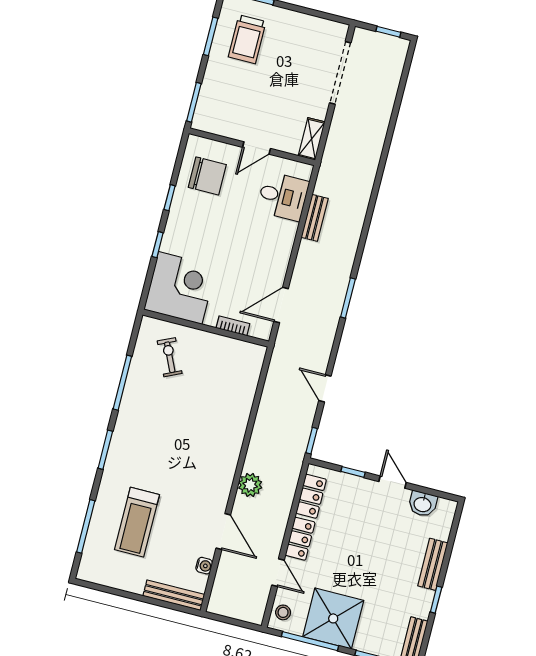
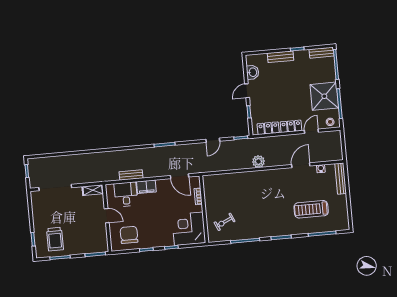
trolley: (247, 39) -> (55, 239), turned 90
filing cabinet: (283, 238) -> (146, 187), added
plant: (250, 485) -> (258, 161), moved
treadmill: (137, 522) -> (311, 209), turned 180

